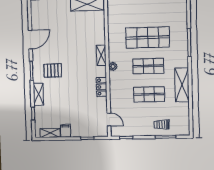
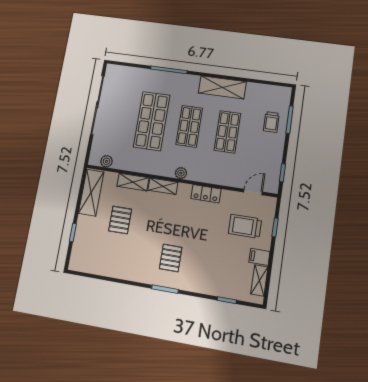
plant: (112, 10) -> (106, 161), added
pallet: (72, 30) -> (120, 220), added
door: (30, 40) -> (122, 281), removed
shelving: (38, 94) -> (133, 182), moved
trolley: (84, 118) -> (245, 226), added

